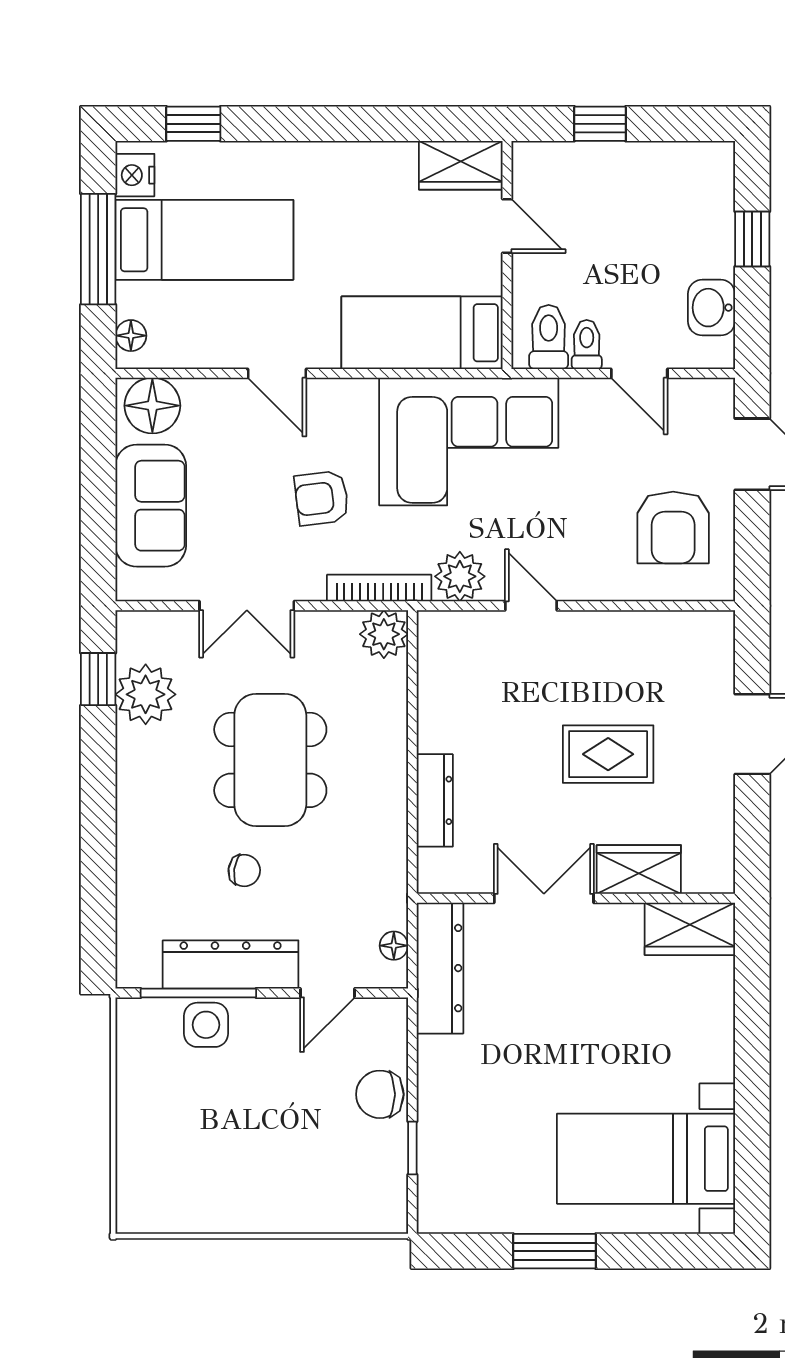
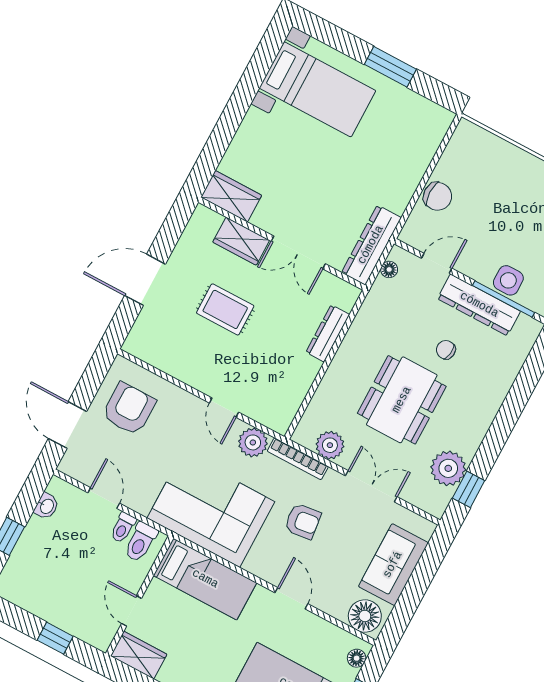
washbasin: (711, 308) -> (46, 506), width x0.72, depth x0.69
plant: (384, 634) -> (330, 445), moved
window: (412, 1148) -> (436, 159), removed

